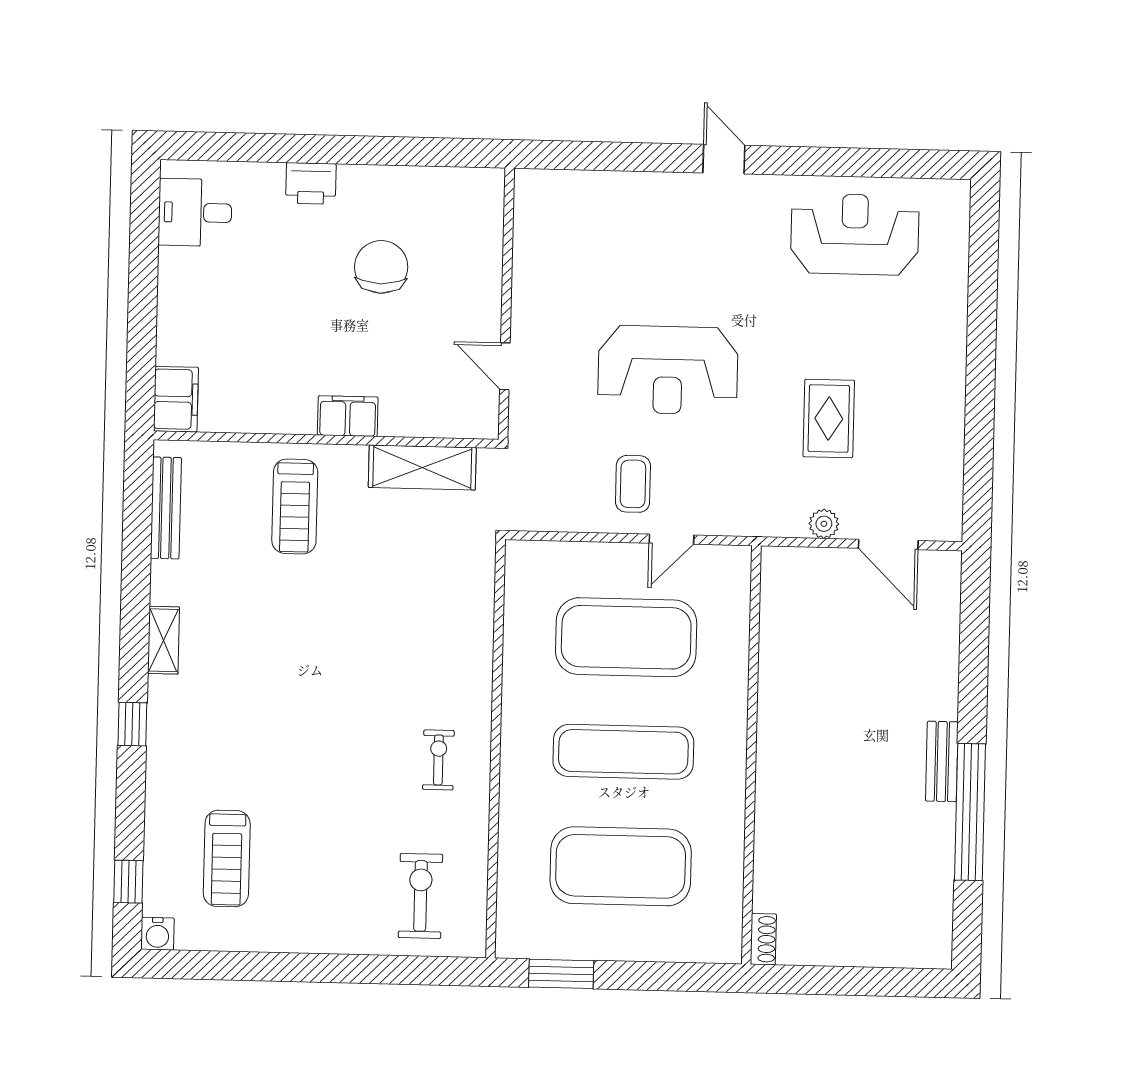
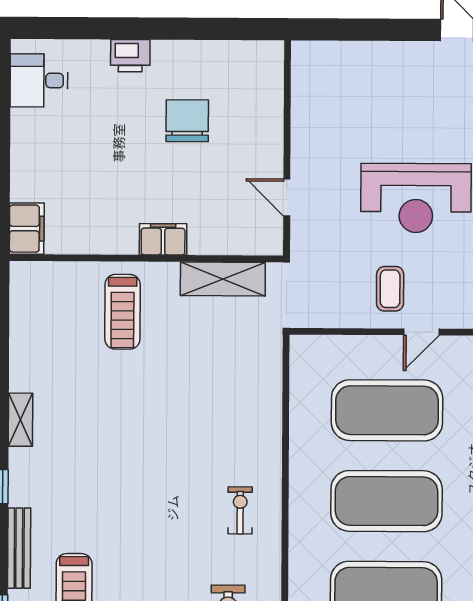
bench: (166, 508) -> (19, 548), moved
exercise mat: (623, 752) -> (387, 501), width x1.47

